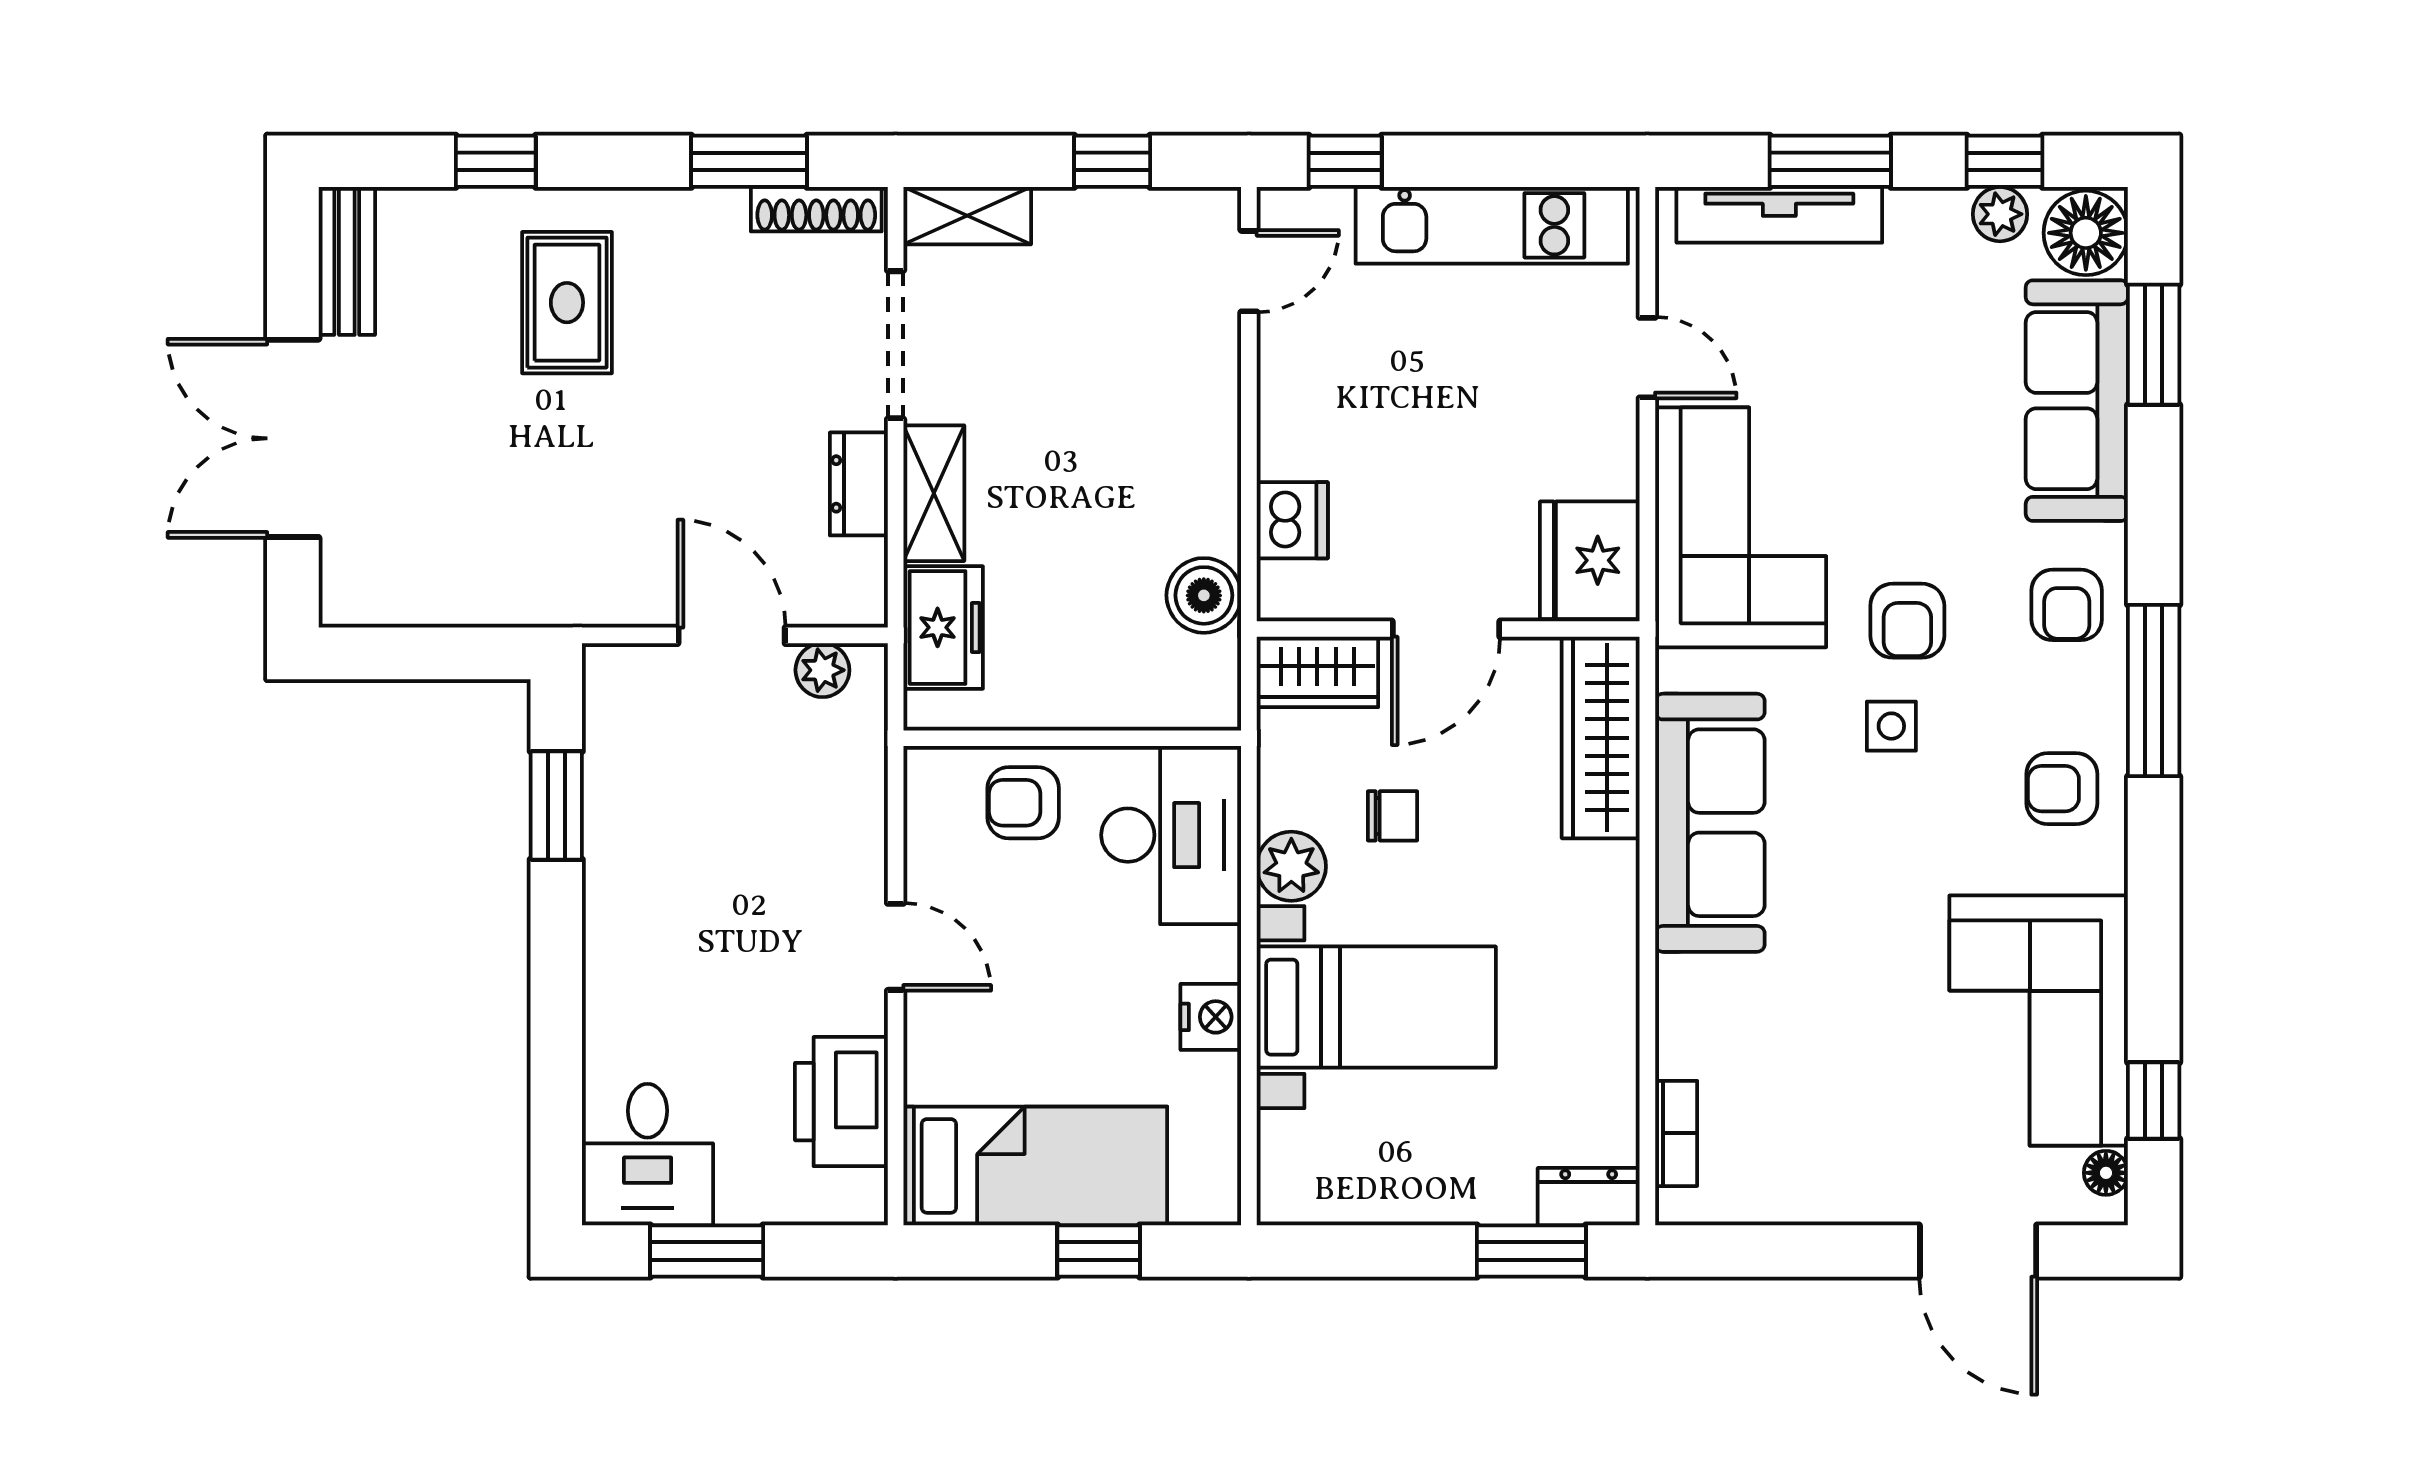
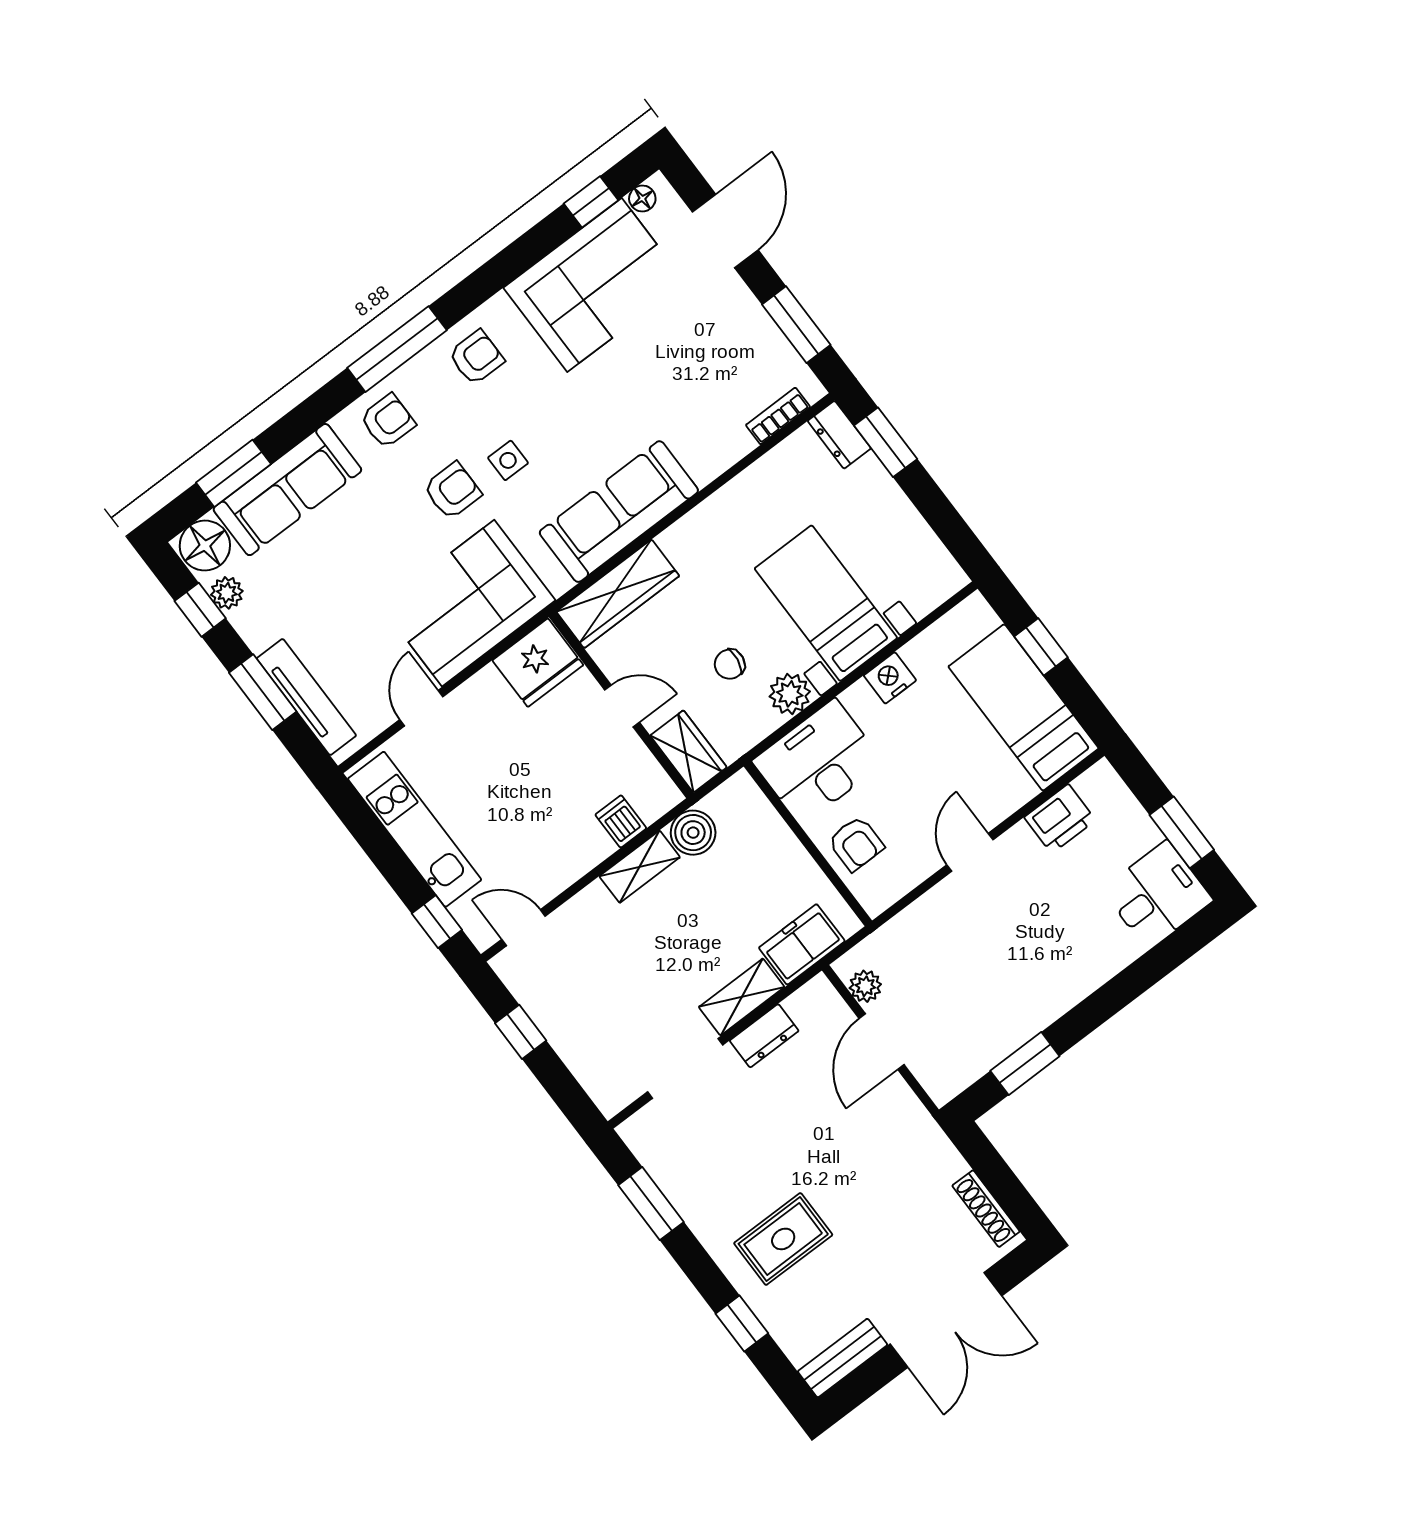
shoe rack: (816, 209) -> (986, 1209), moved, turned 180
shelving: (967, 216) -> (640, 867), moved, turned 90
dishwasher: (1292, 520) -> (621, 821), width x0.73
door: (1446, 629) -> (622, 706), width x0.73
armchair: (2062, 789) -> (476, 357), turned -90
chair: (1392, 816) -> (730, 664), turned -81
printer: (841, 1102) -> (1060, 819), width x0.73, depth x0.84
window: (1780, 1251) -> (796, 325), added

